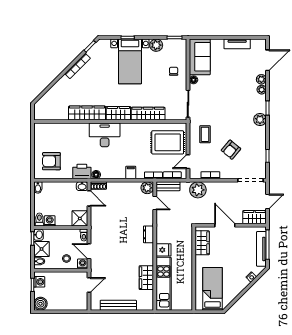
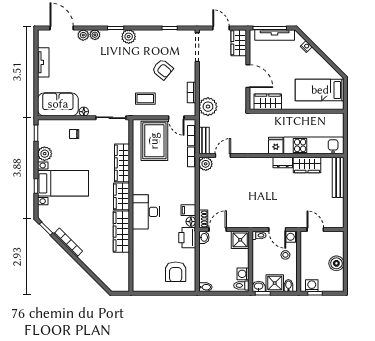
filing cabinet: (131, 173) -> (188, 210), moved
door: (225, 225) -> (248, 76), swing flipped
dresser: (148, 234) -> (283, 162), moved
door: (89, 251) -> (277, 230), hinge flipped
boiler: (40, 304) -> (336, 263), moved
bench: (118, 305) -> (338, 177), moved

